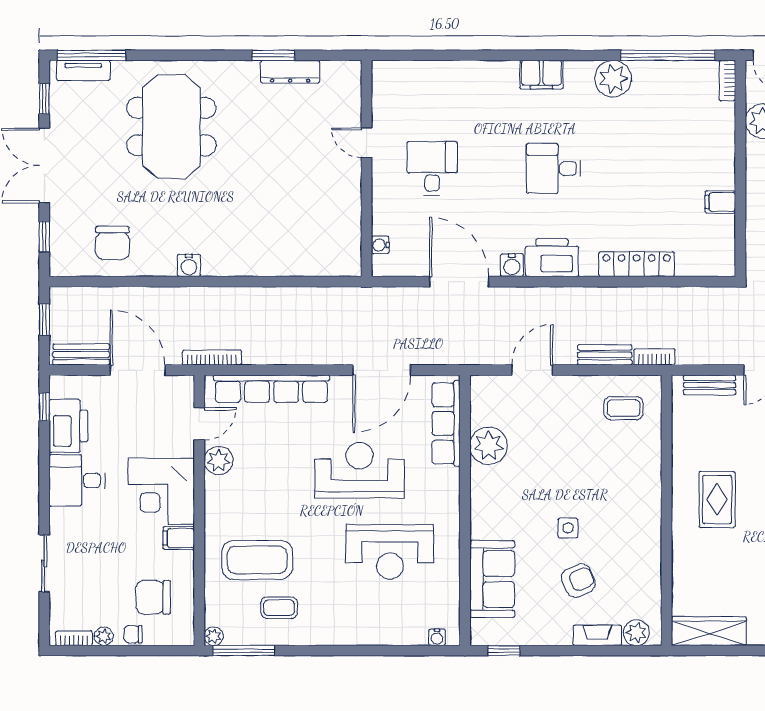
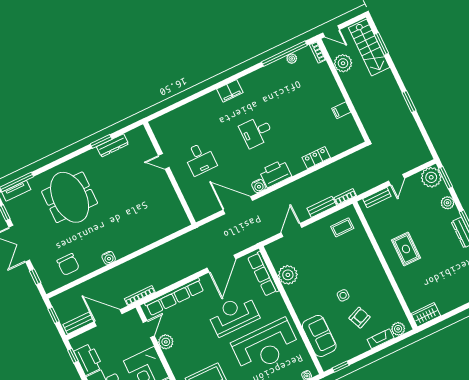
plant: (613, 79) -> (292, 59), moved, width x0.53, depth x0.53
desk: (432, 168) -> (200, 159), turned 180
water cooler: (380, 245) -> (193, 206), removed
locker: (637, 264) -> (316, 158), width x0.66
reception desk: (390, 552) -> (266, 346), width x1.36, depth x1.30
wardrobe: (709, 631) -> (426, 315), width x0.67

